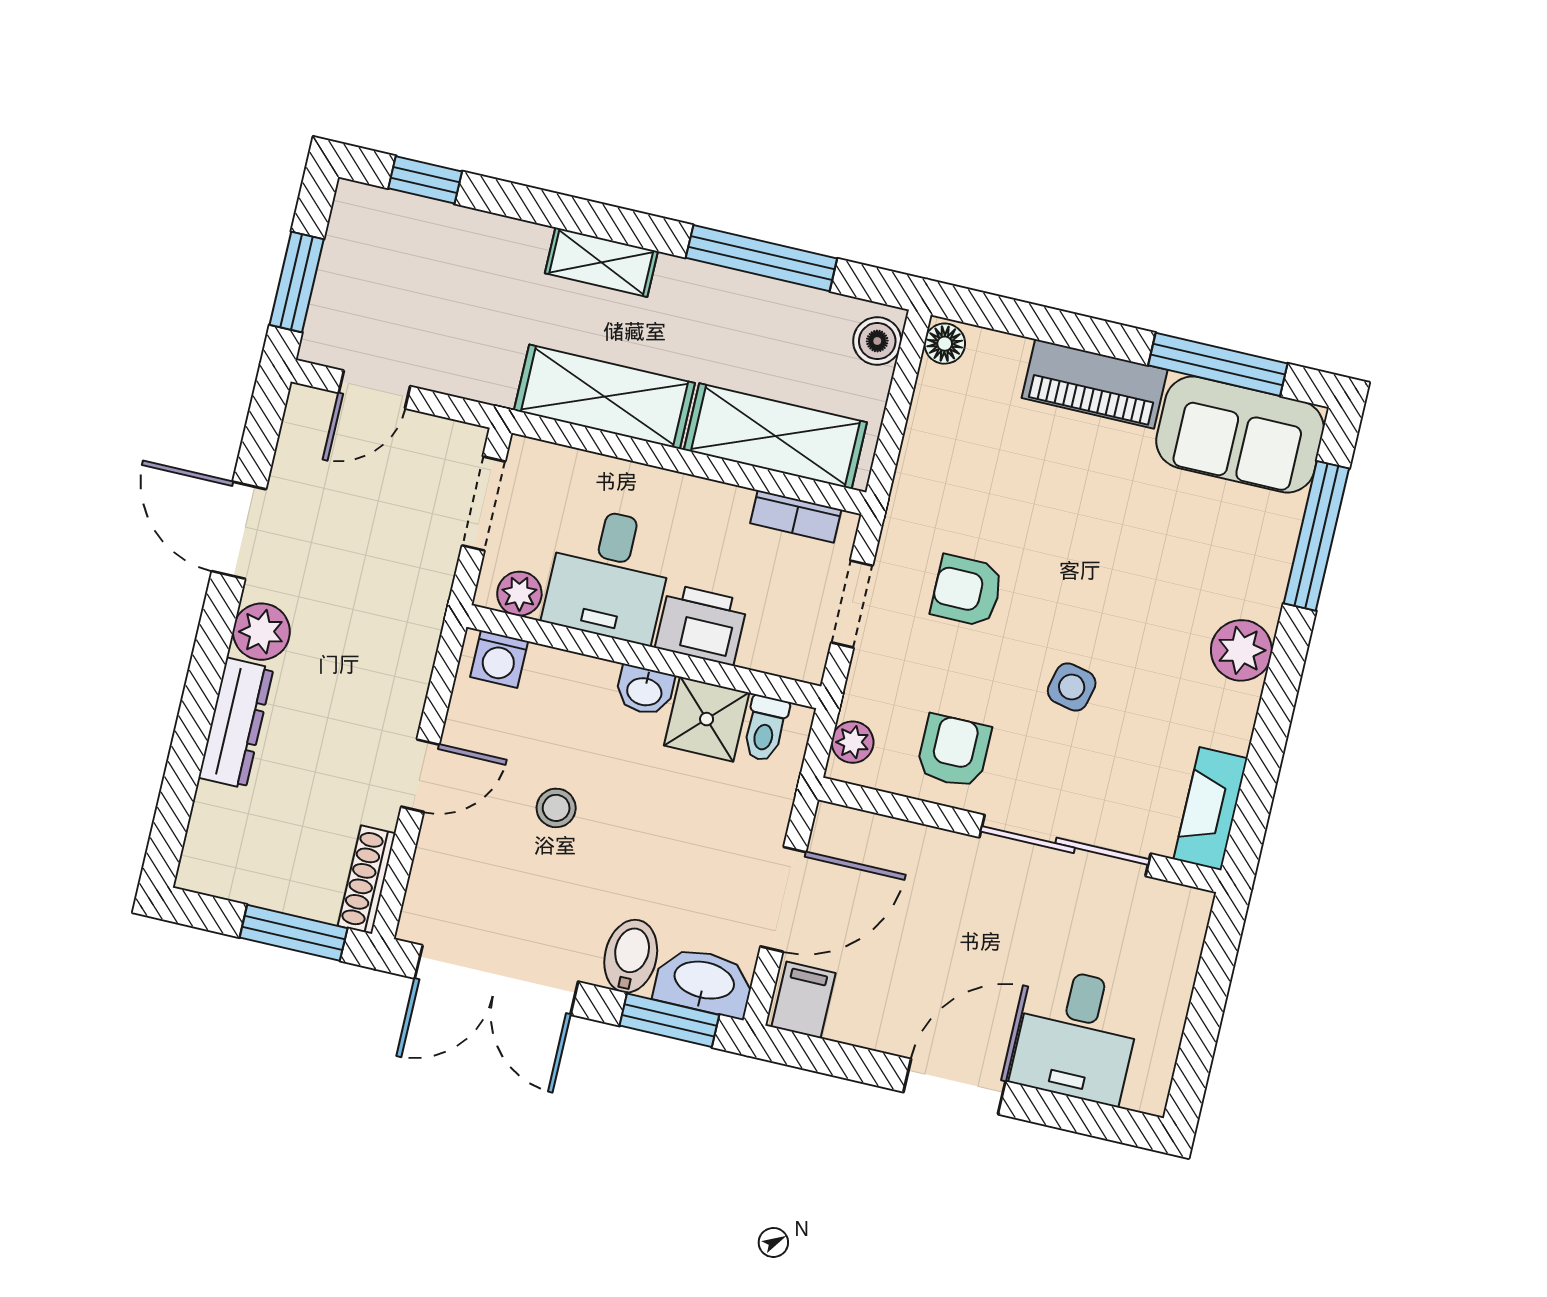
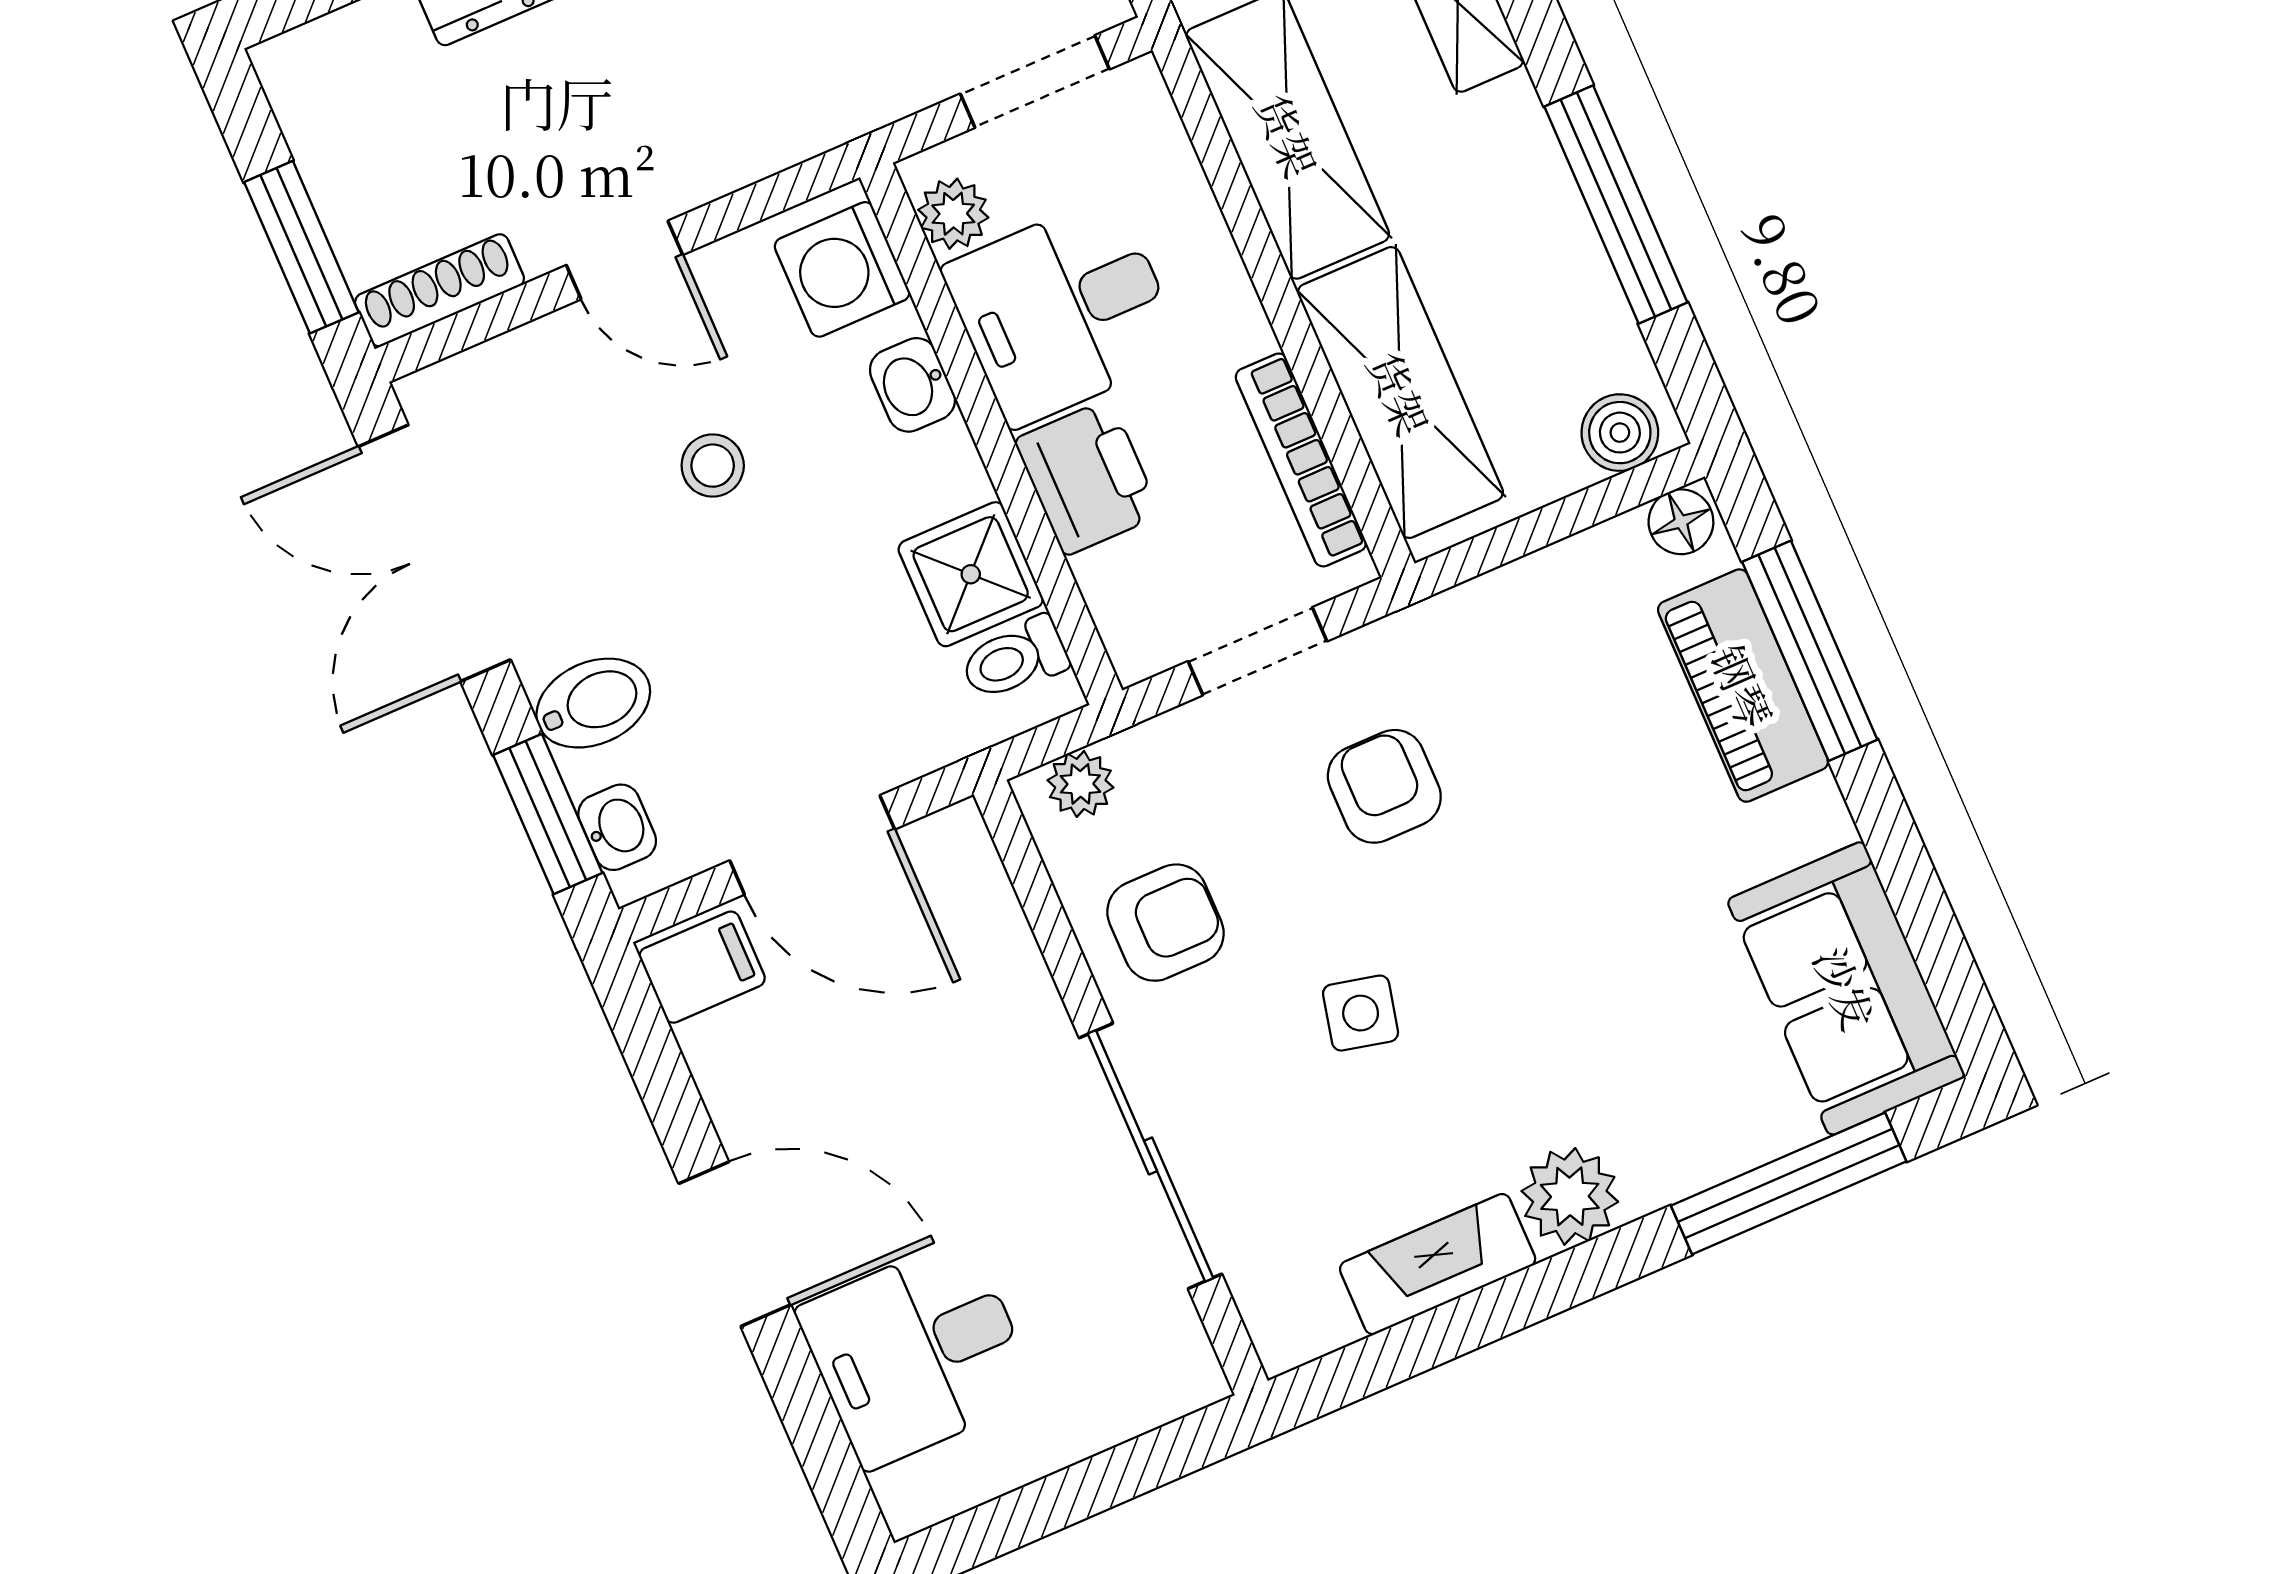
window: (1218, 364) -> (1810, 651), moved
piano: (1095, 384) -> (1743, 686), moved
bookcase: (796, 517) -> (1301, 460), width x1.56
washing machine: (499, 659) -> (842, 269), width x1.38, depth x1.38
washbasin: (645, 690) -> (912, 385), moved
fireplace: (1211, 809) -> (1438, 1264), moved
washbasin: (704, 982) -> (617, 827), width x0.52, depth x0.69

